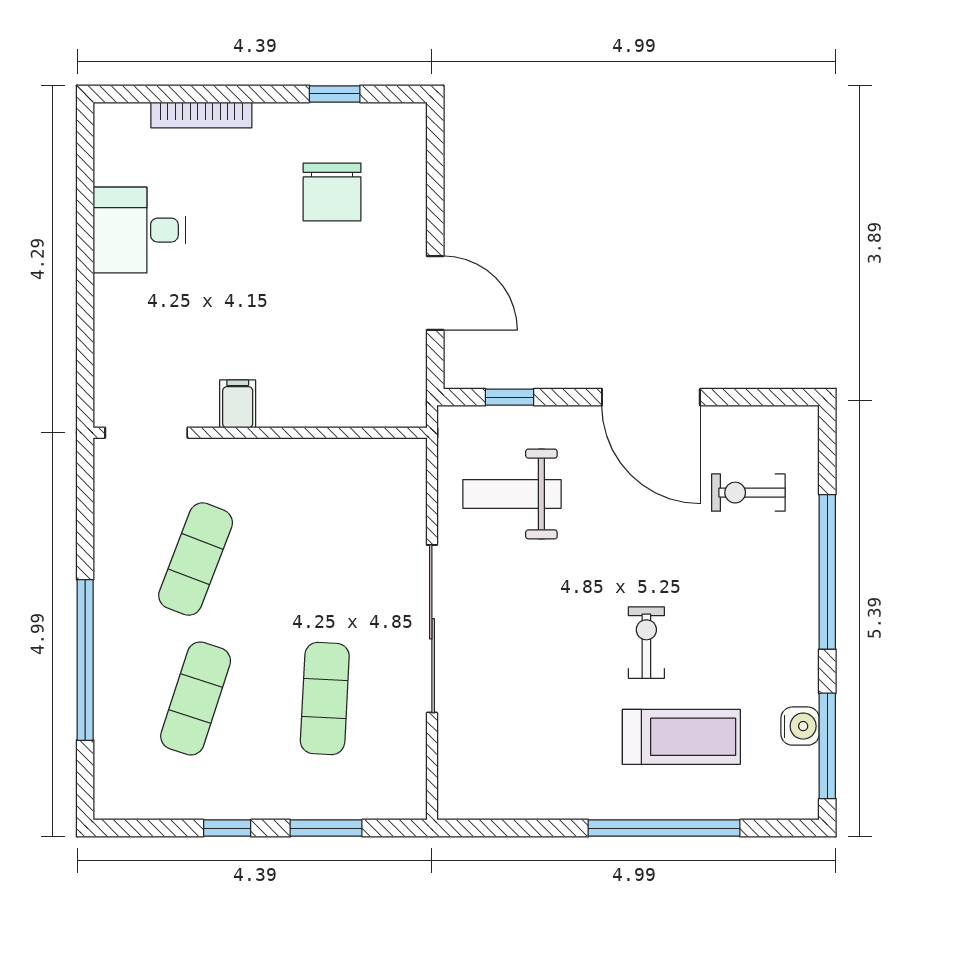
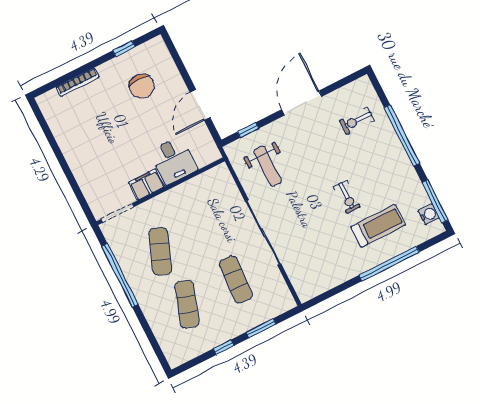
desk: (139, 230) -> (173, 160), moved, turned -90
door: (435, 293) -> (200, 105), swing flipped
door: (651, 397) -> (302, 103), swing flipped
filing cabinet: (238, 404) -> (146, 185), width x2.00
weight bench: (512, 494) -> (268, 166), turned -90
exercise bike: (646, 643) -> (347, 197), turned 180
window: (85, 660) -> (120, 275), moved
water cooler: (800, 726) -> (429, 214), moved

